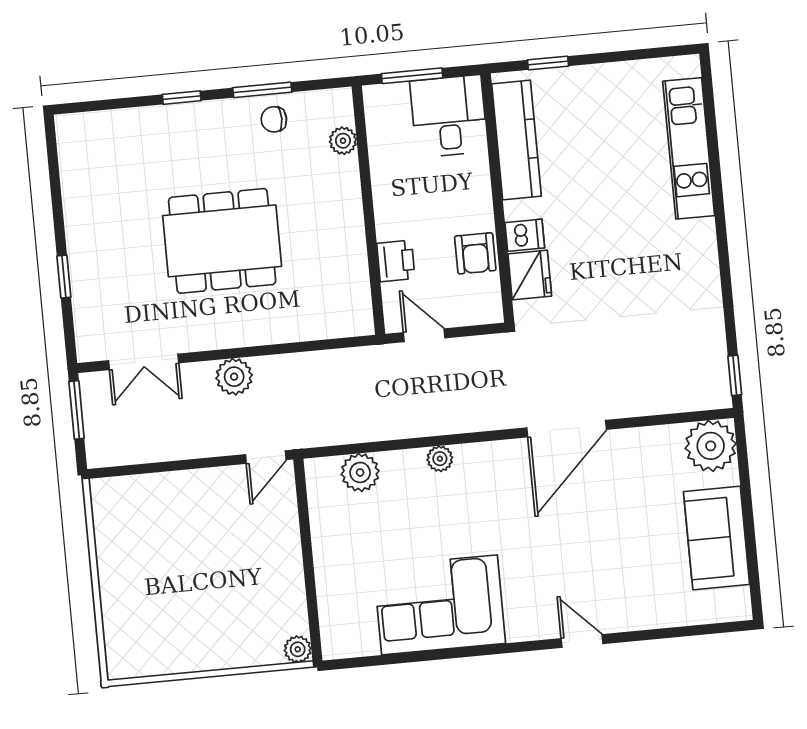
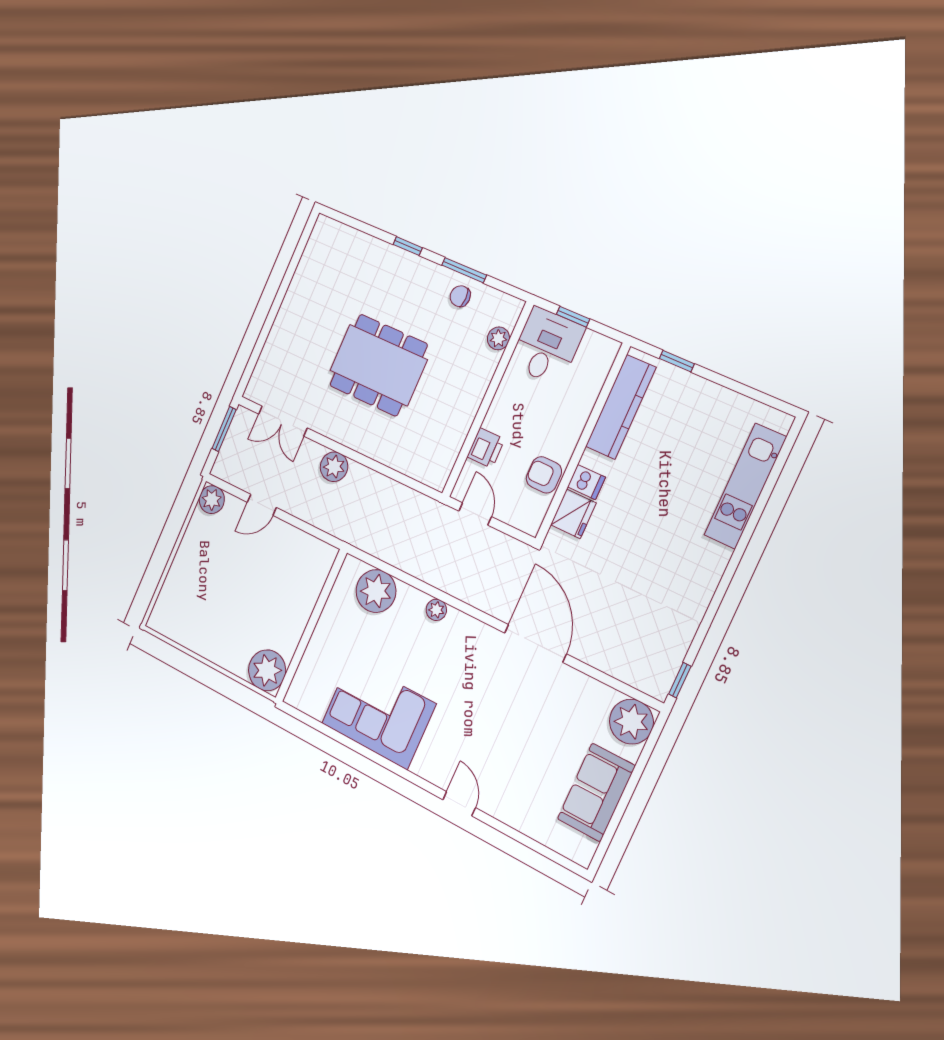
window: (412, 76) -> (573, 317), width x0.67
desk: (449, 116) -> (547, 346), moved
armchair: (475, 253) -> (544, 475), turned 90
window: (64, 277) -> (265, 331), removed
door: (567, 429) -> (535, 643), swing flipped
door: (266, 457) -> (262, 505), moved
plant: (360, 472) -> (376, 591), width x1.36, depth x1.36
plant: (107, 495) -> (212, 500), added
plant: (298, 649) -> (267, 670), width x1.87, depth x1.87

